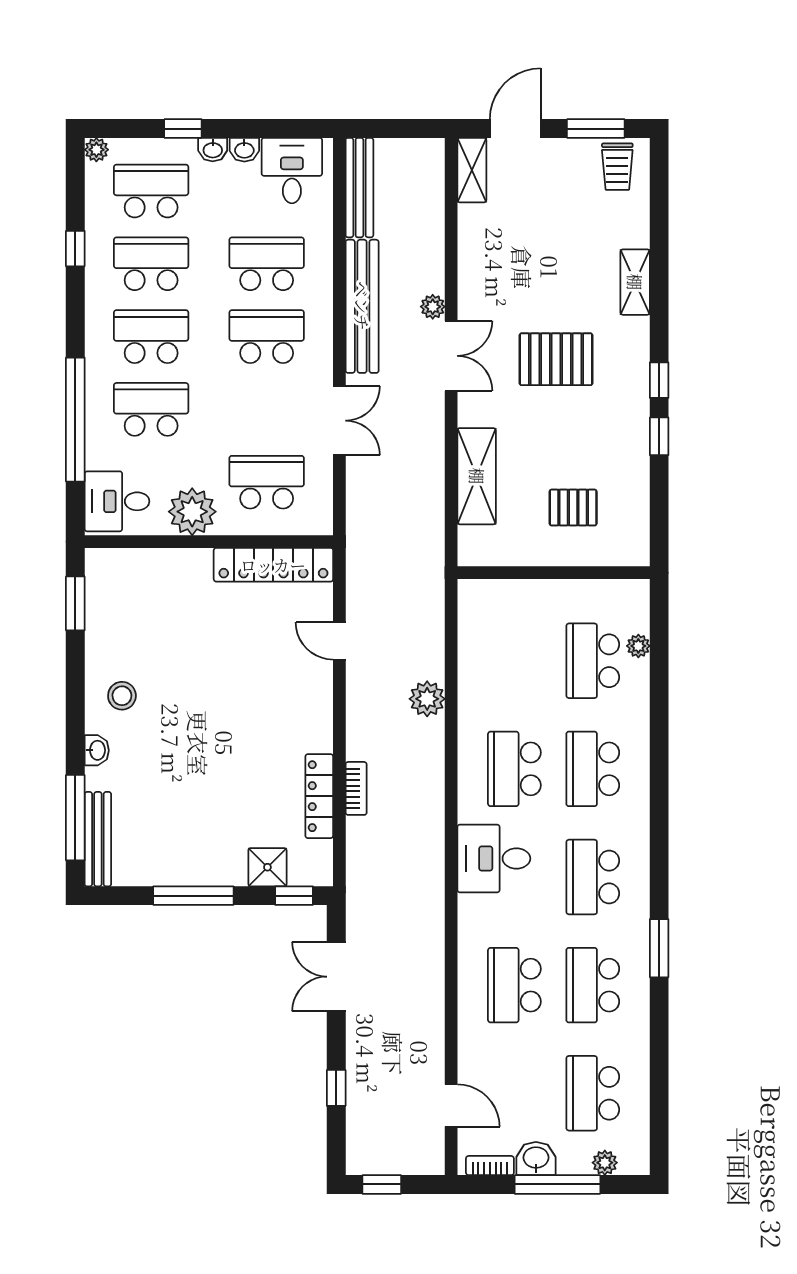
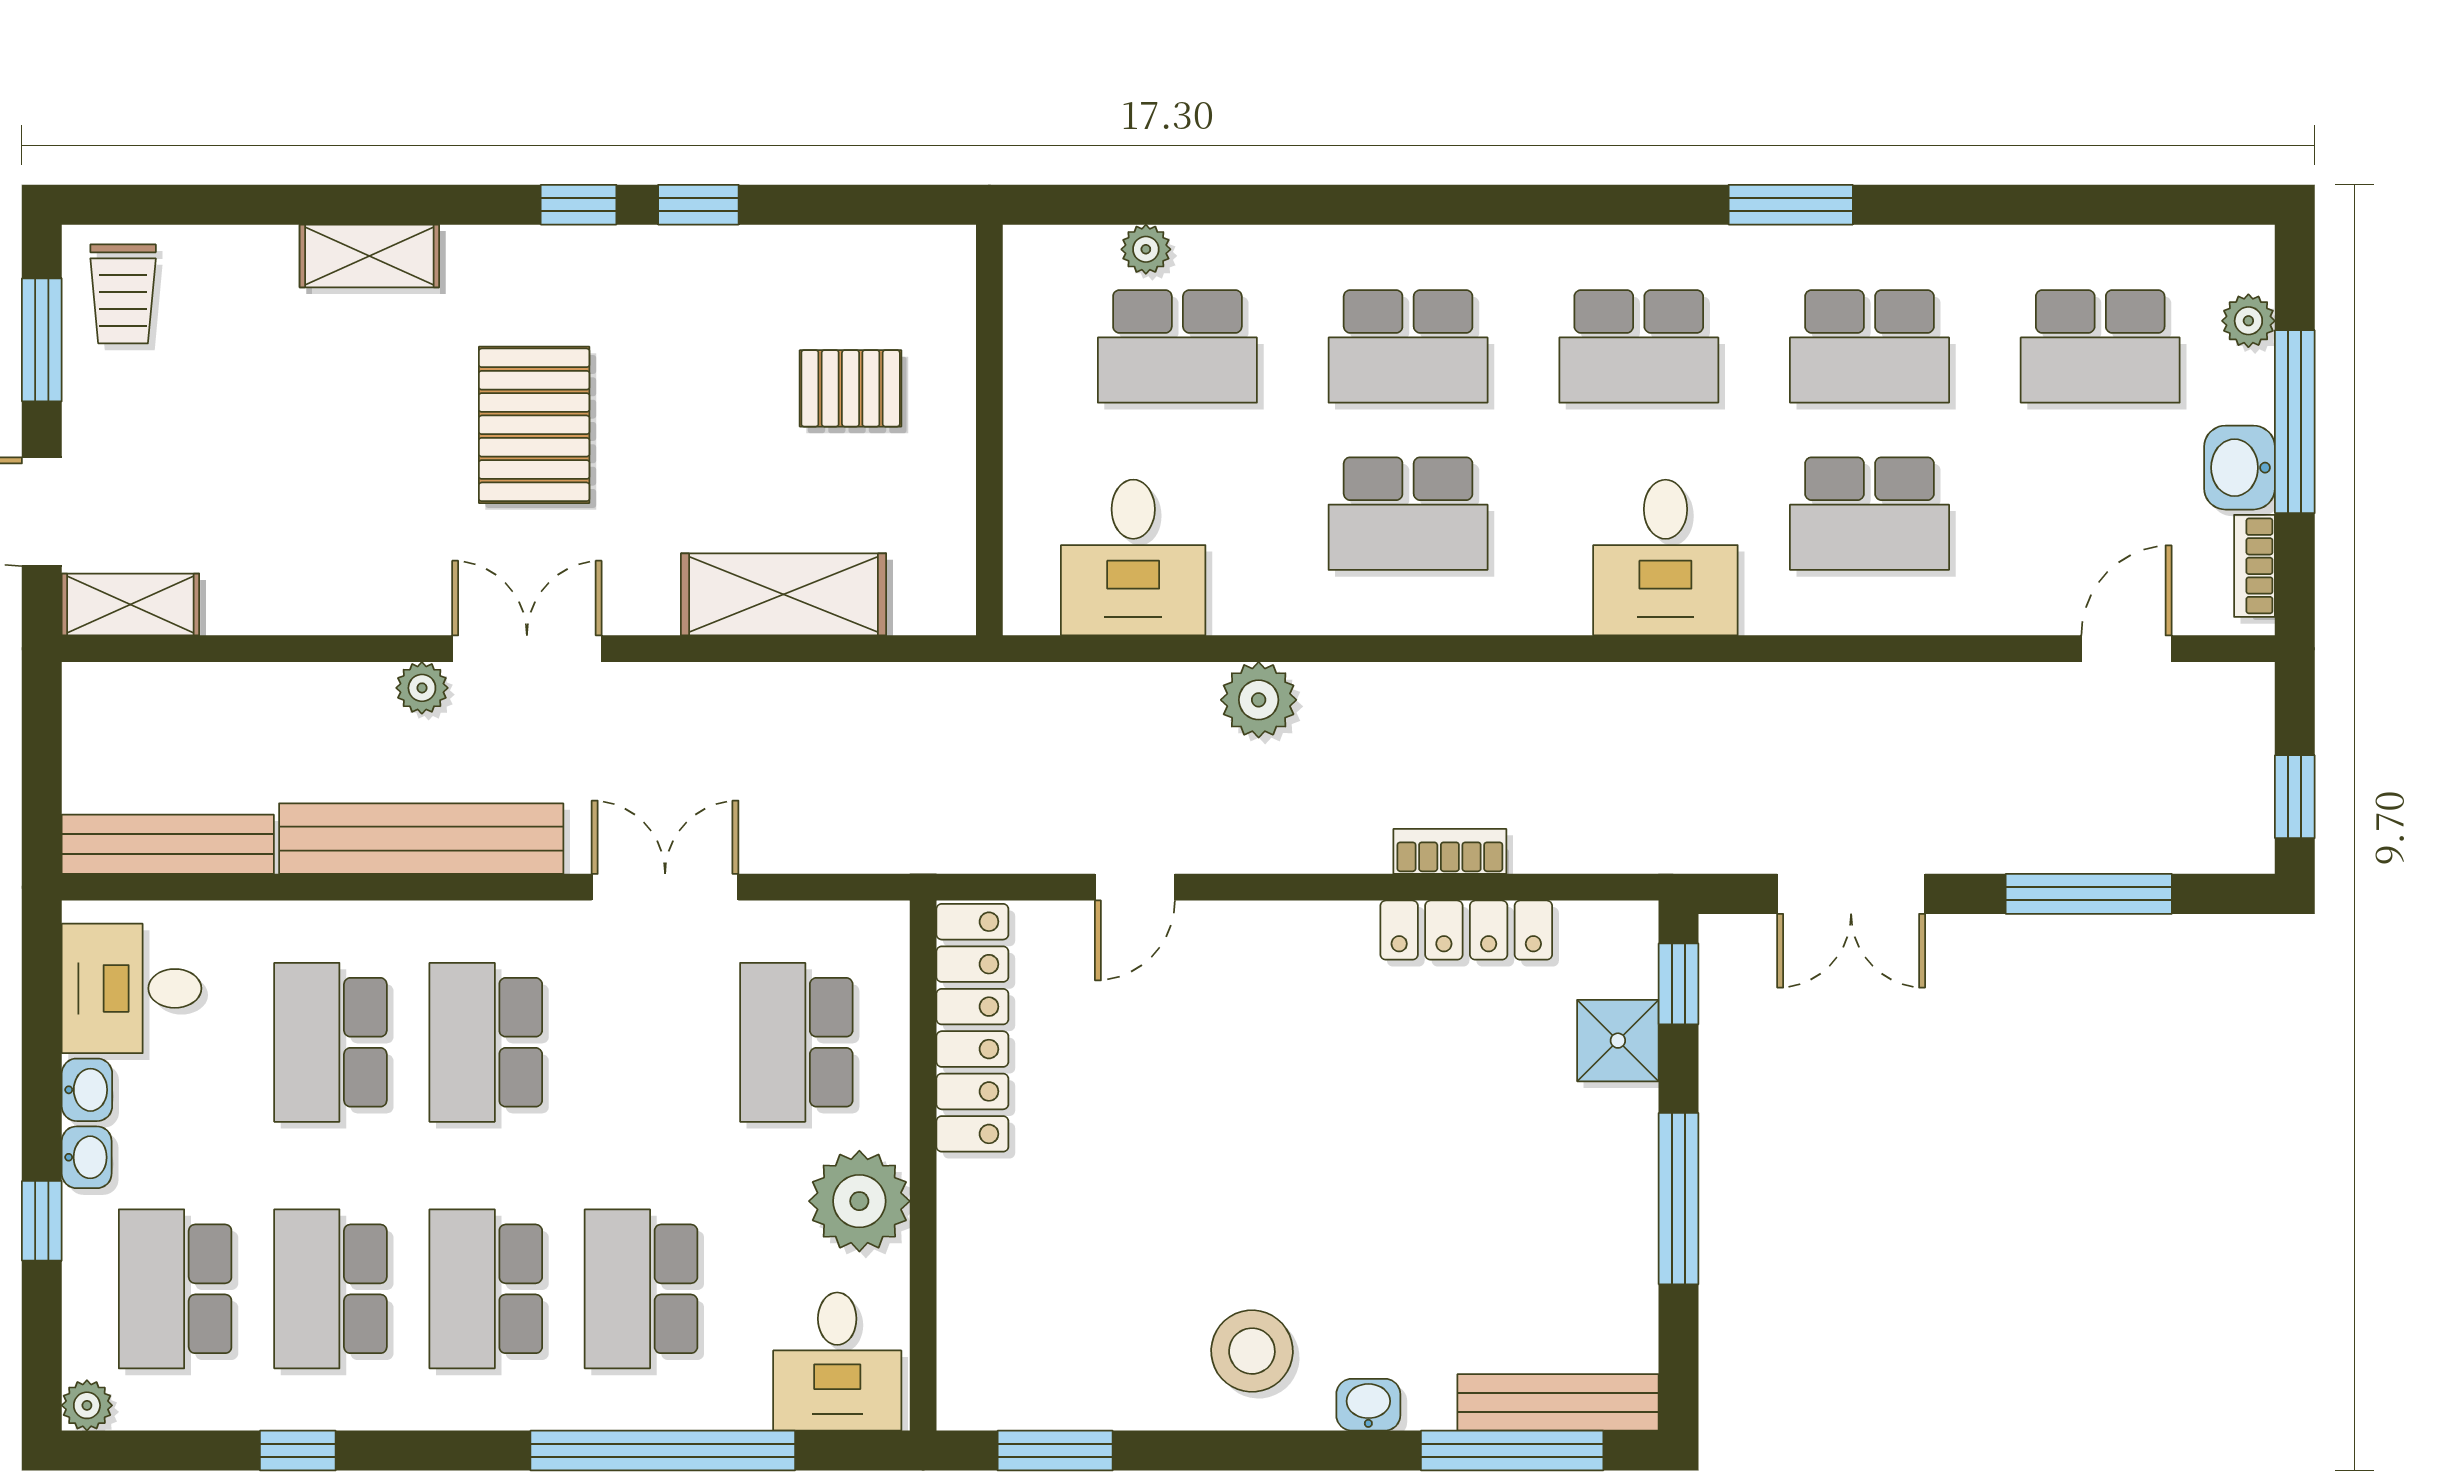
trolley: (617, 167) -> (123, 294), turned 90
pallet: (573, 508) -> (851, 388), turned 90
desk: (494, 640) -> (1133, 558), added
stool: (122, 696) -> (1252, 1351), width x1.38, depth x1.38
desk: (494, 858) -> (1665, 558), moved
window: (336, 1088) -> (2089, 894), width x2.17

